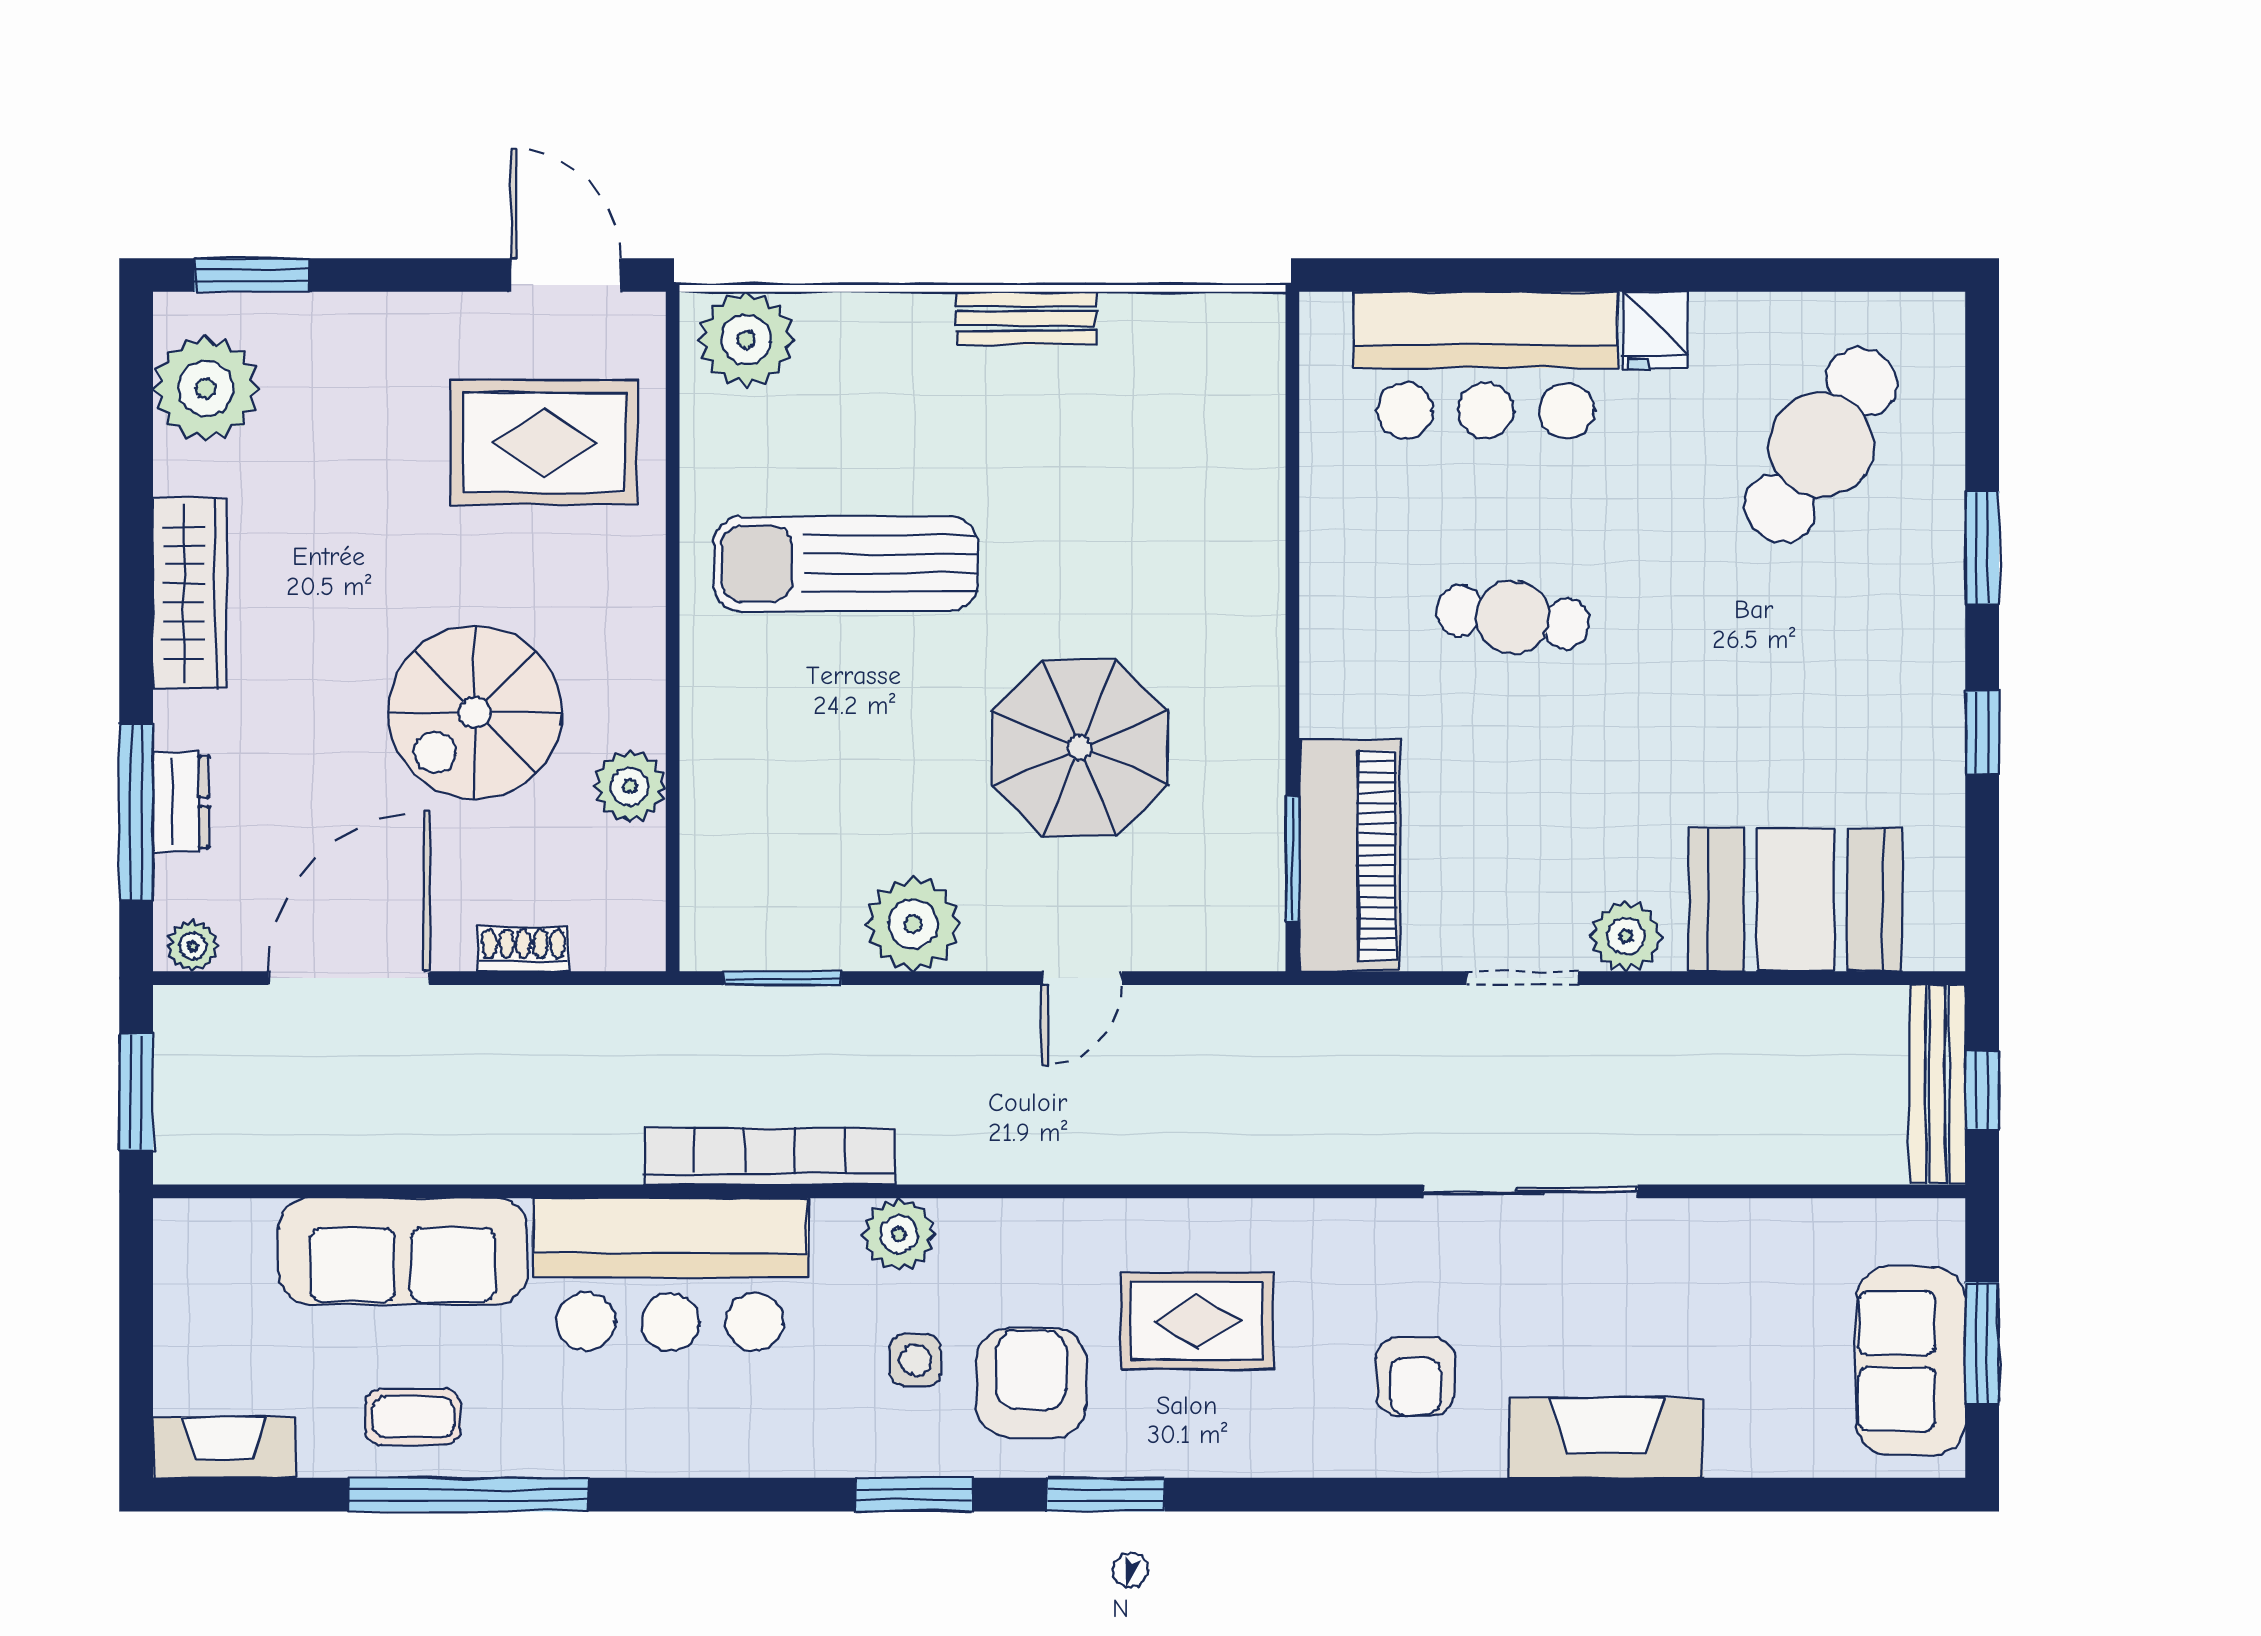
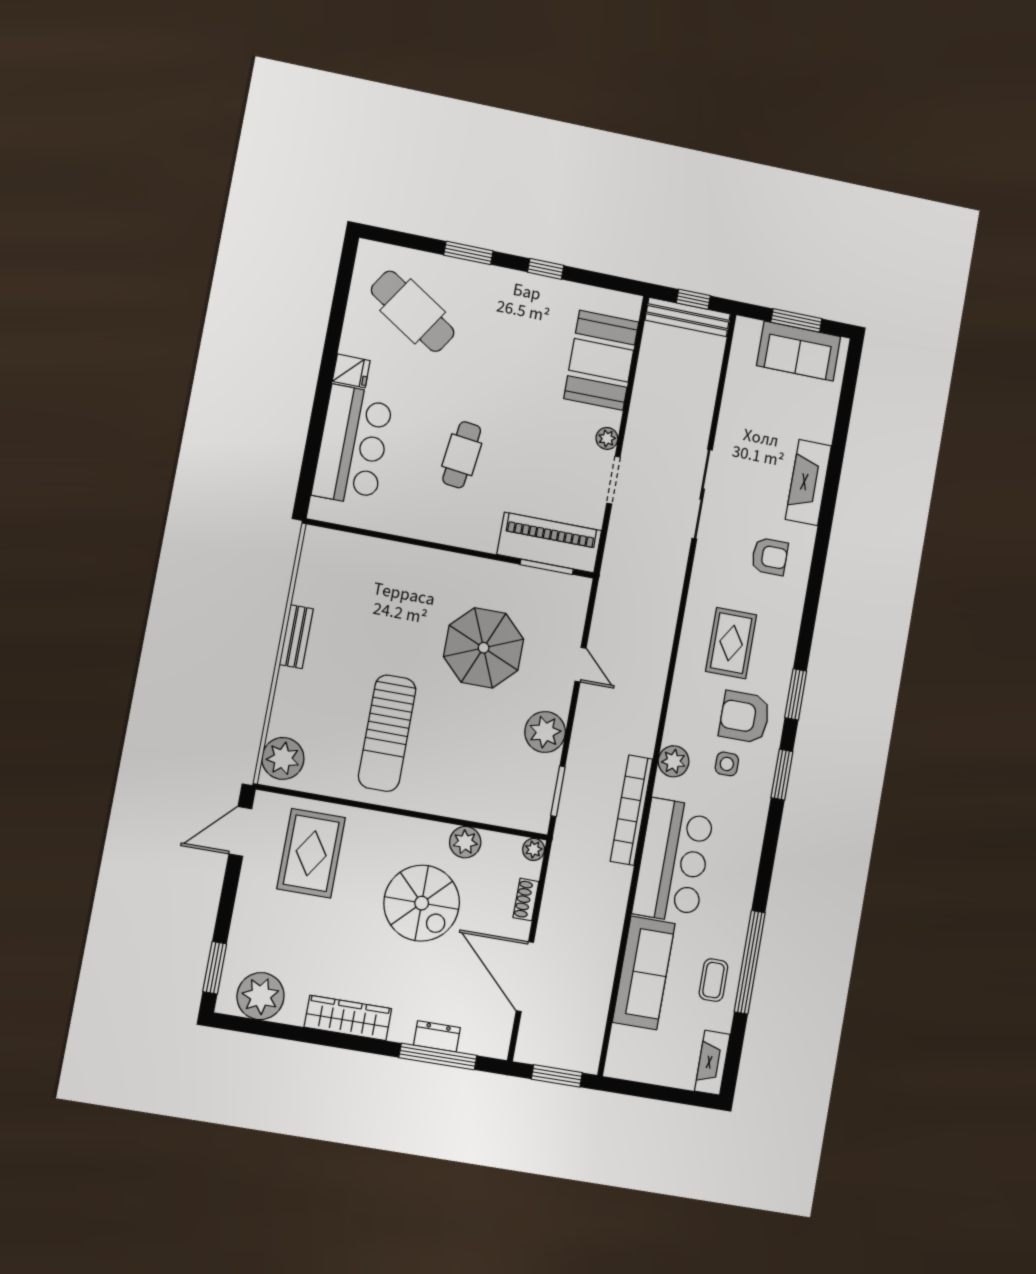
plant: (1626, 936) -> (607, 438), width x0.73, depth x0.73
plant: (193, 946) -> (534, 849), moved

